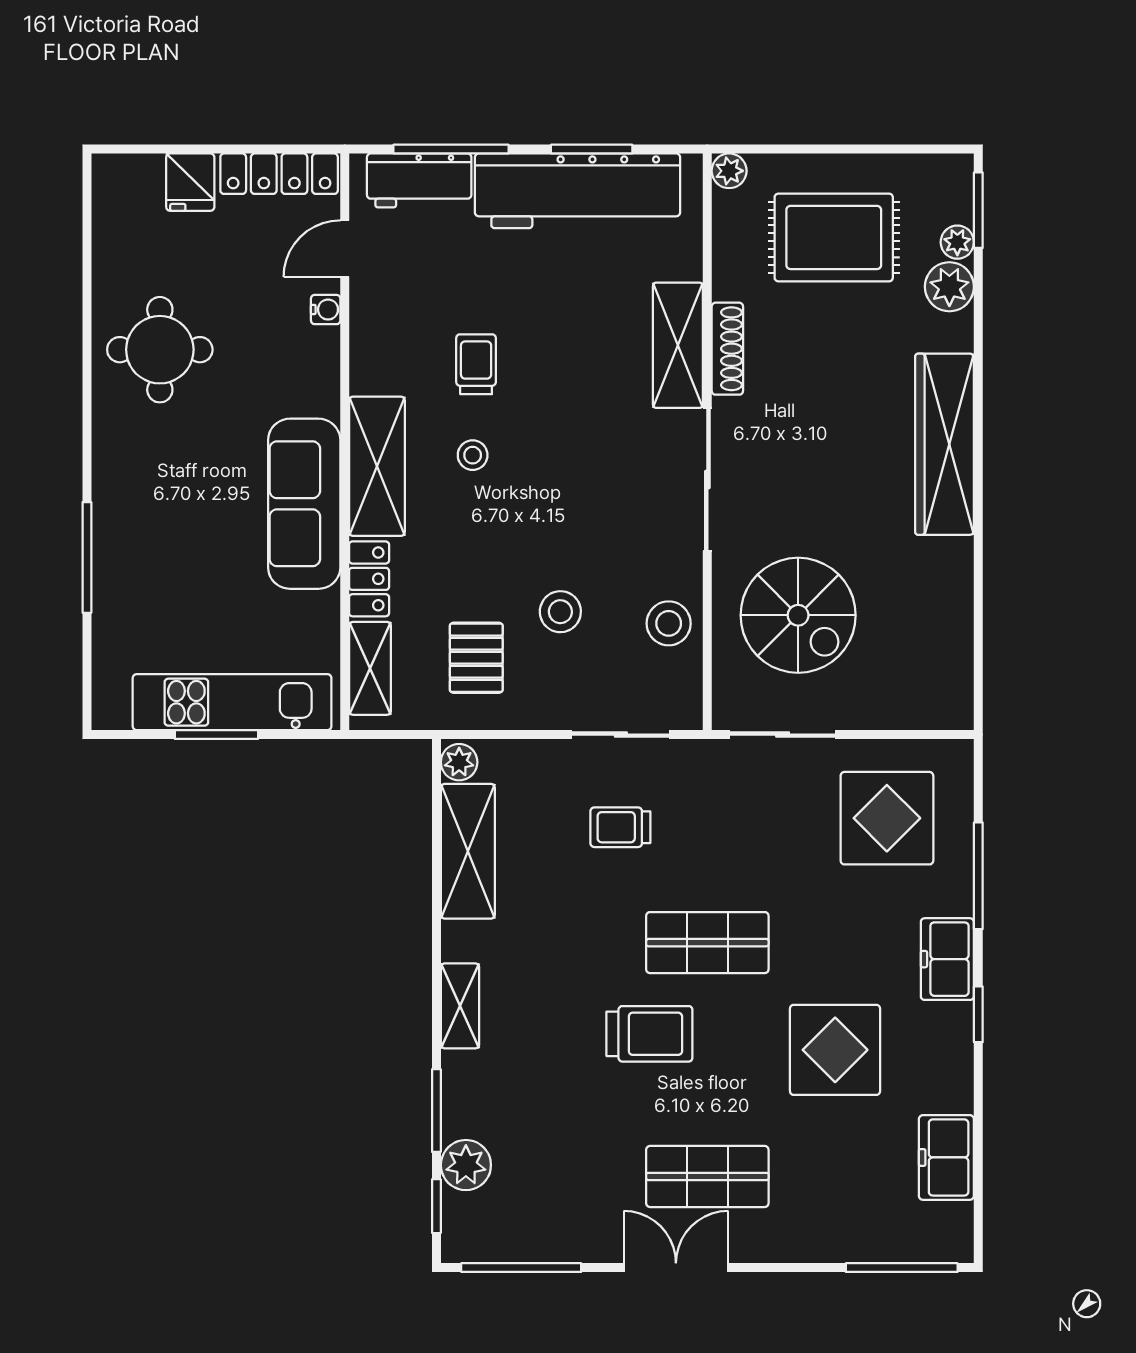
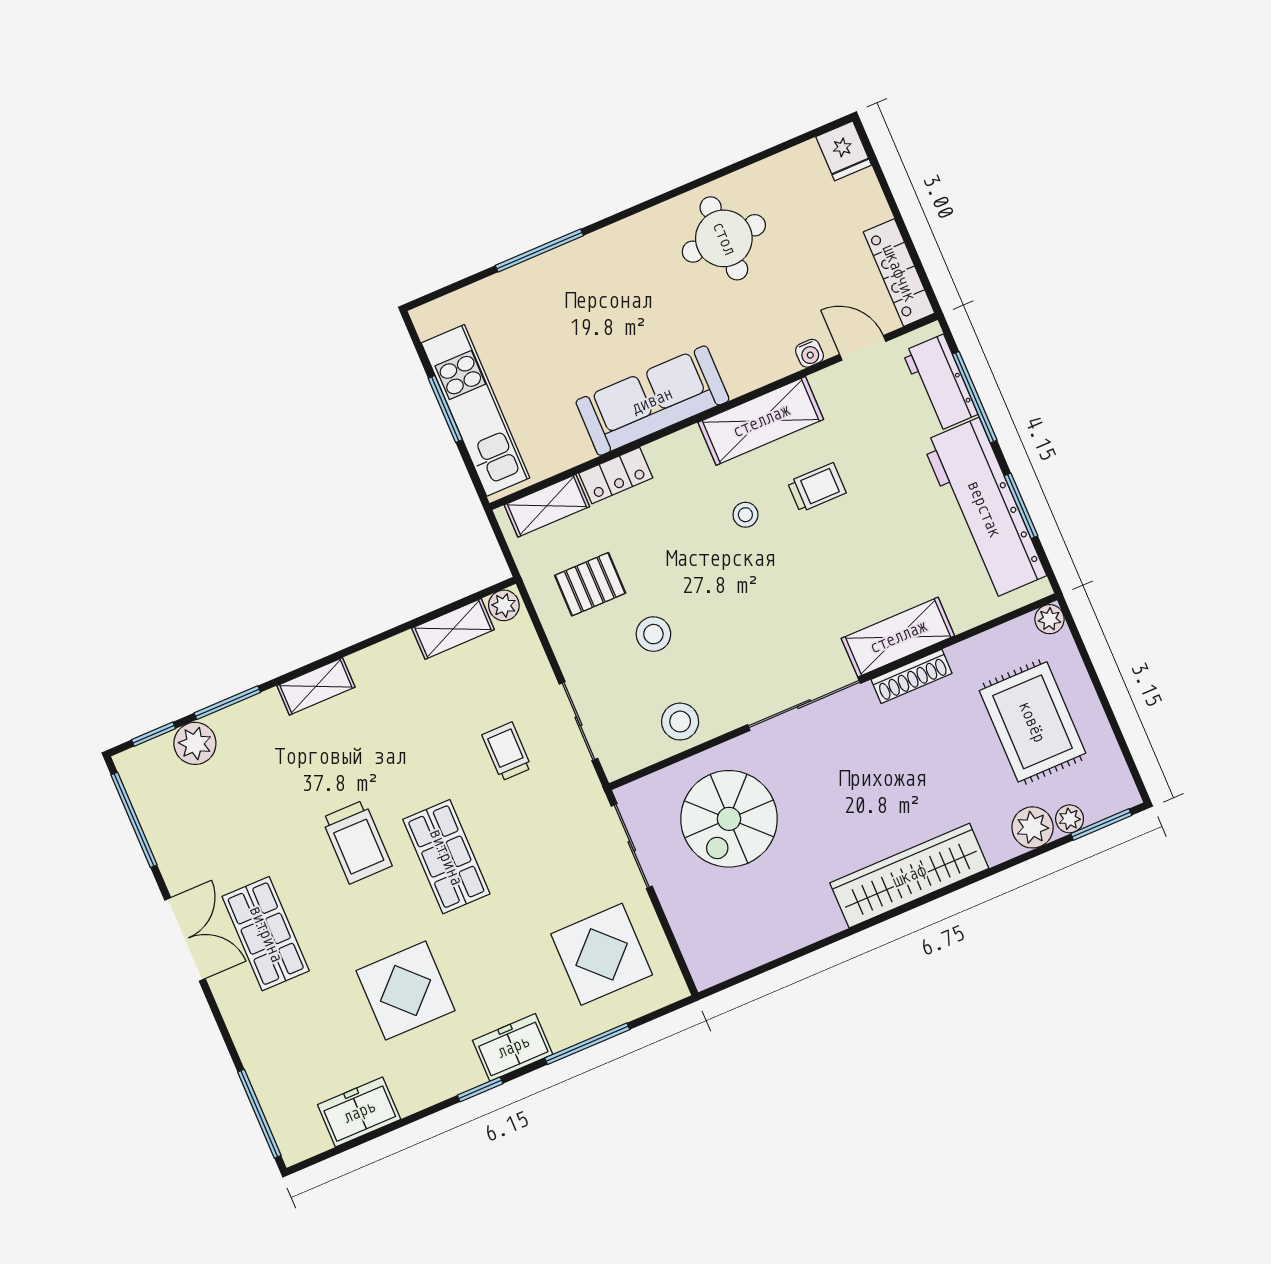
fridge: (190, 182) -> (844, 151), moved, turned -90
shelving: (377, 466) -> (761, 421), moved
shelving: (468, 851) -> (453, 629), width x0.67, depth x0.75

